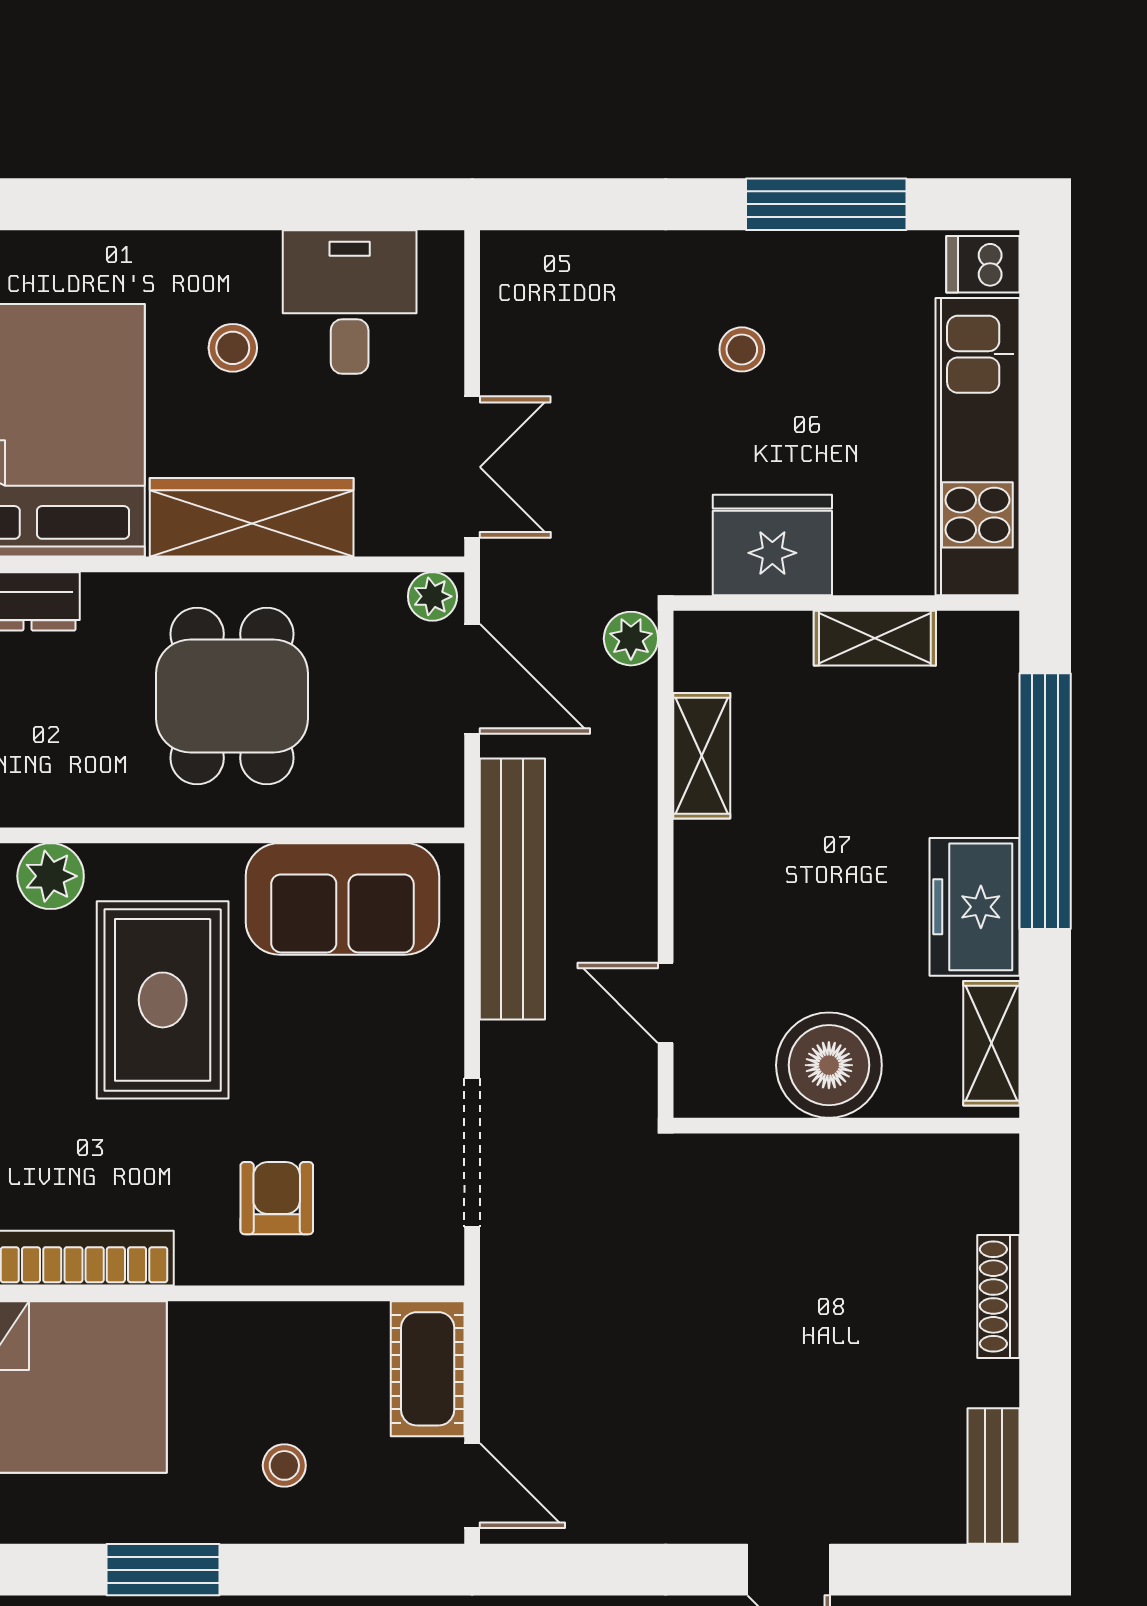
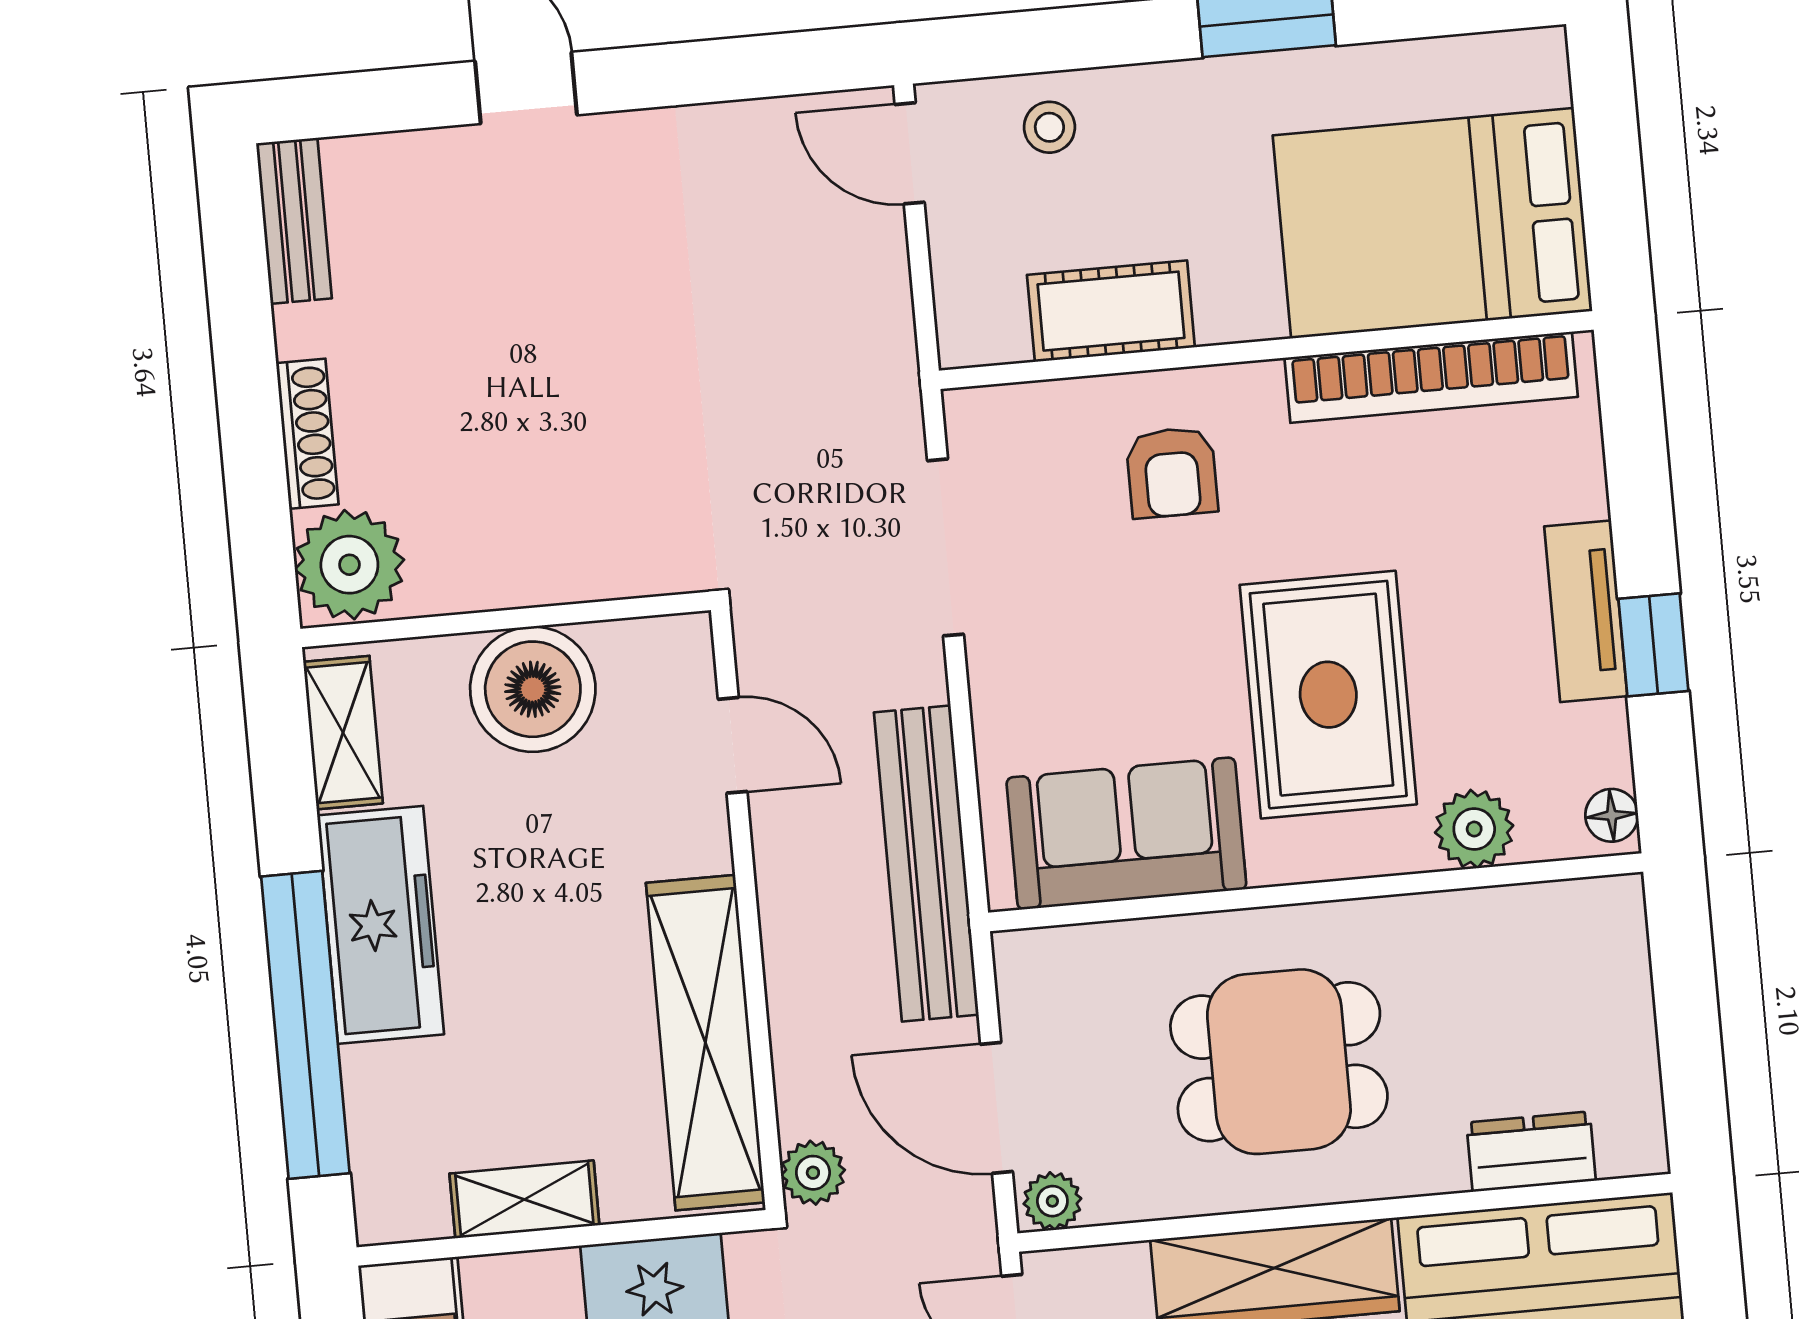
dining table: (232, 696) -> (1279, 1062), turned 90
shelving: (702, 756) -> (705, 1043), width x2.20, depth x1.33
freezer: (975, 907) -> (381, 925), width x1.40
plant: (973, 1184) -> (349, 565), added
cot: (428, 1369) -> (1111, 311), moved, turned 90
stool: (284, 1465) -> (1049, 127), moved

